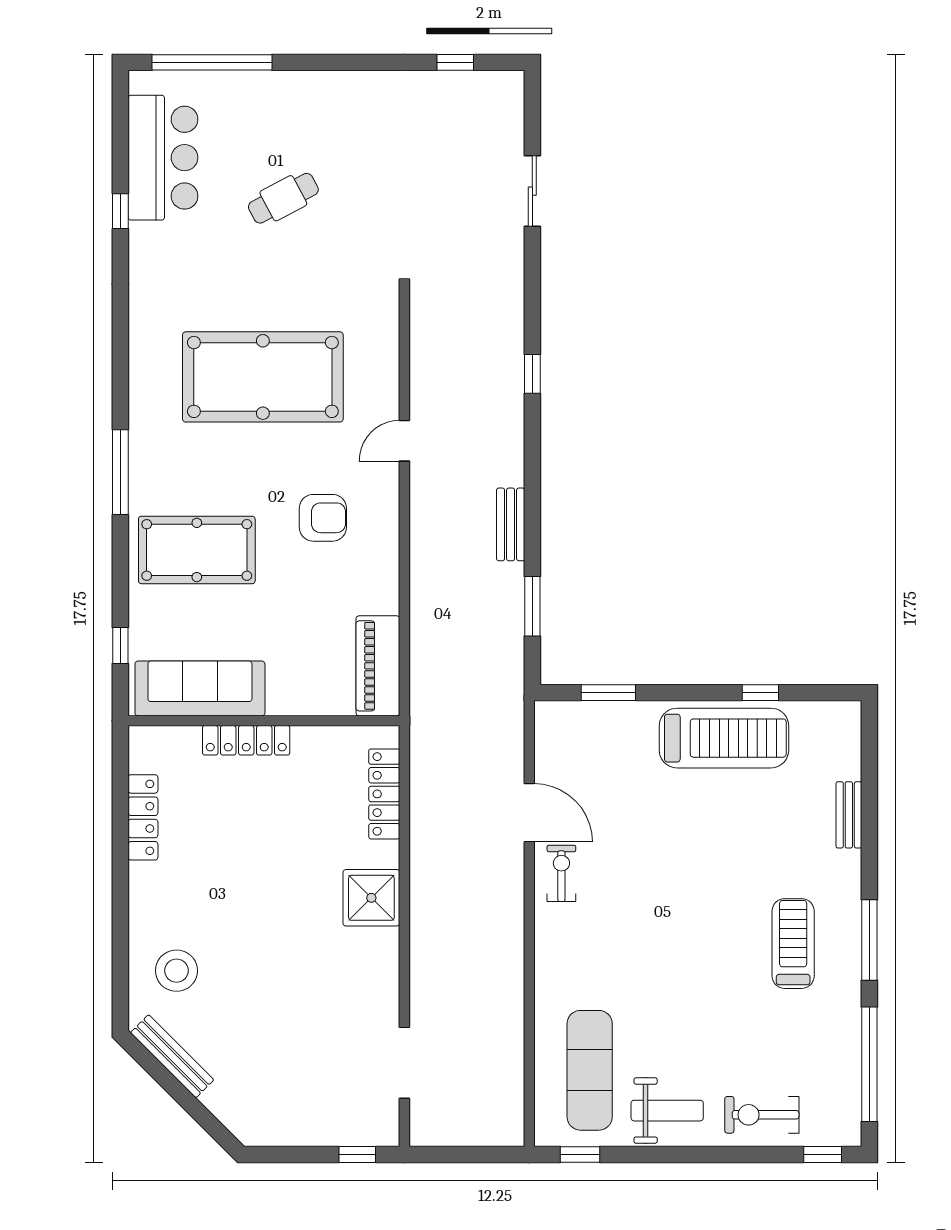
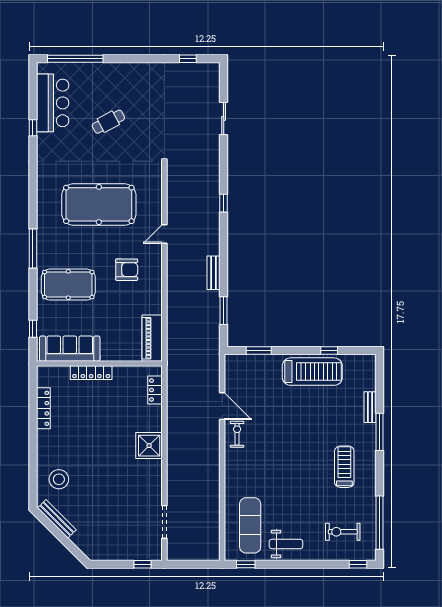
locker: (384, 794) -> (155, 390), width x0.66
window: (869, 940) -> (380, 432), moved
exercise bike: (762, 1115) -> (343, 532), moved

